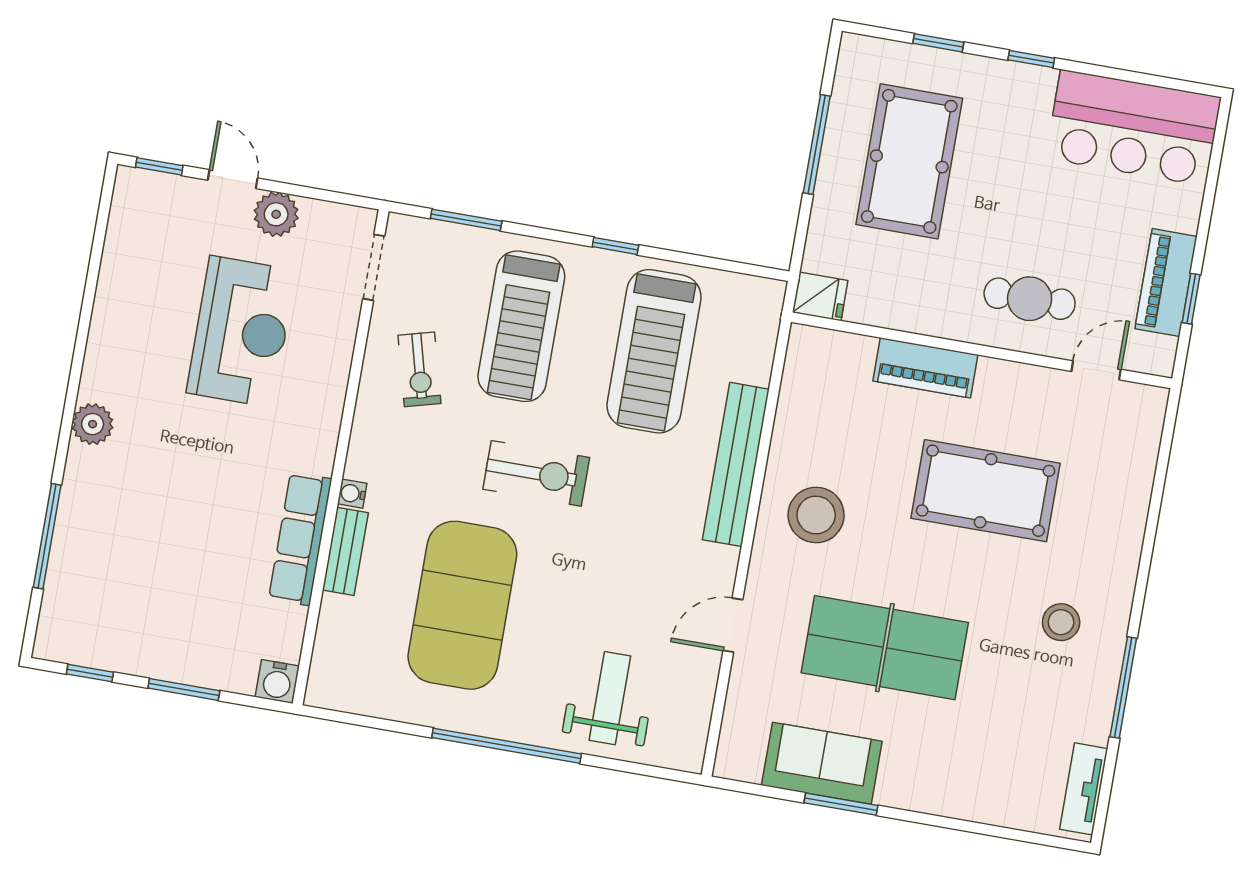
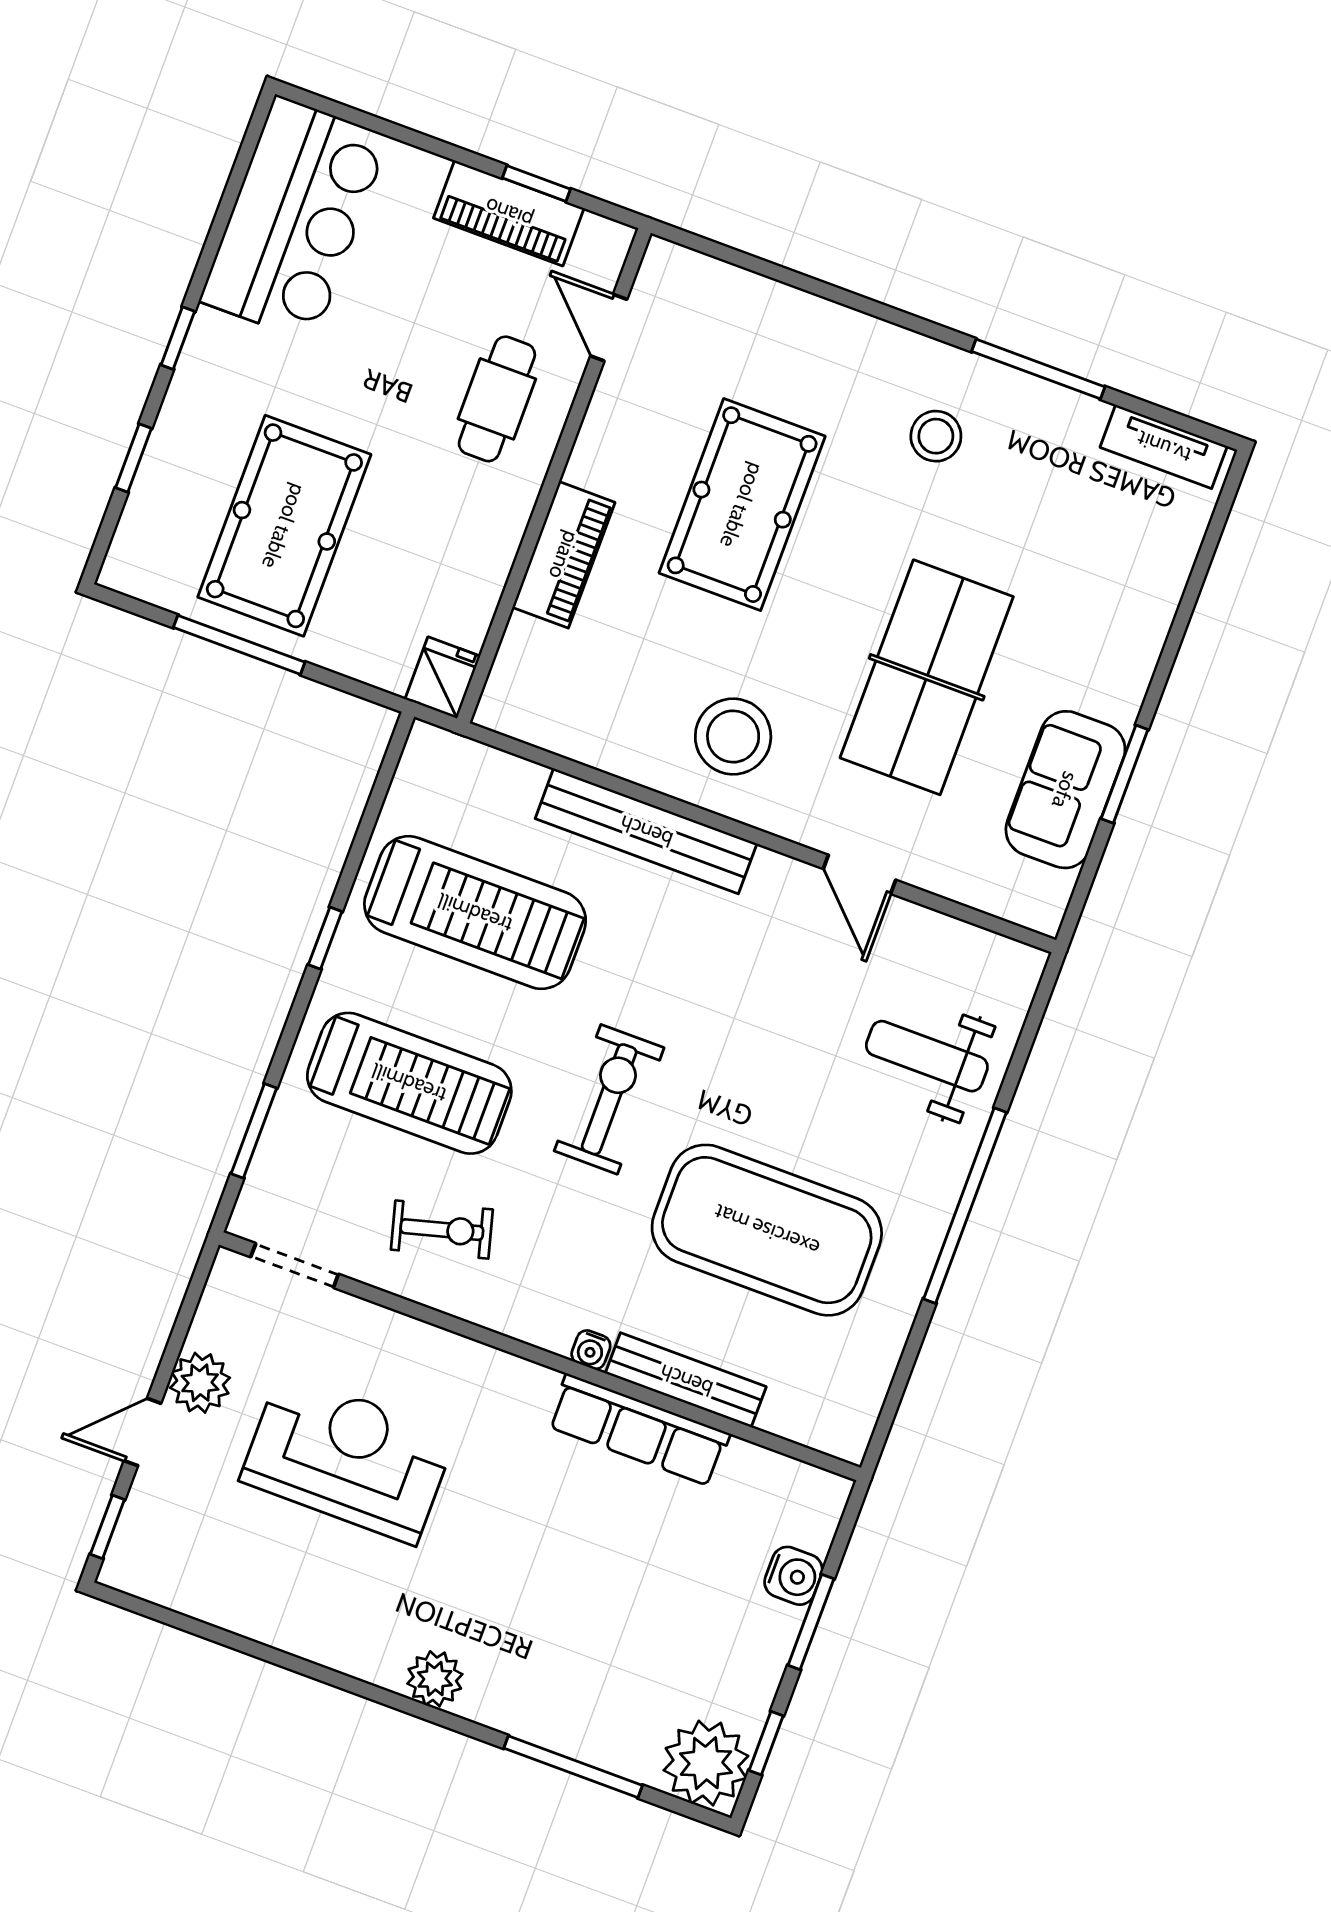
pool table: (909, 161) -> (284, 526), turned 90
bench: (345, 551) -> (686, 1380), width x1.36
plant: (67, 632) -> (706, 1763), added
water cooler: (277, 681) -> (793, 1576), moved

